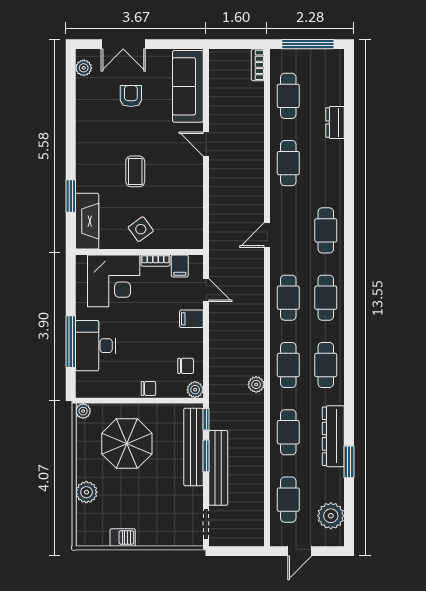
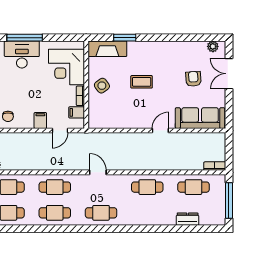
armchair: (131, 96) -> (193, 79), turned -94
dresser: (335, 122) -> (188, 219), moved

